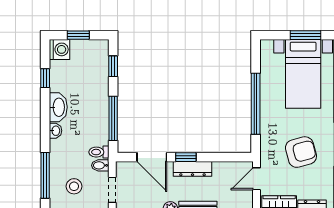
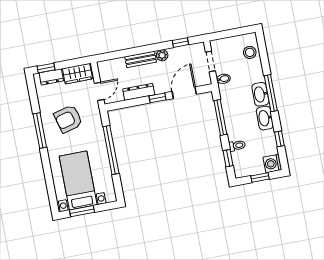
washbasin: (55, 131) -> (260, 94), width x1.91, depth x1.45
toilet: (99, 152) -> (237, 146), moved
door: (152, 157) -> (184, 93), hinge flipped
dresser: (192, 169) -> (139, 92), moved
window: (45, 175) -> (271, 93), moved
stool: (74, 186) -> (250, 52), moved

